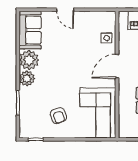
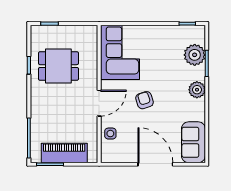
door: (65, 10) -> (155, 164), width x1.88
plant: (29, 60) -> (195, 55), moved
armchair: (58, 116) -> (144, 100), moved

